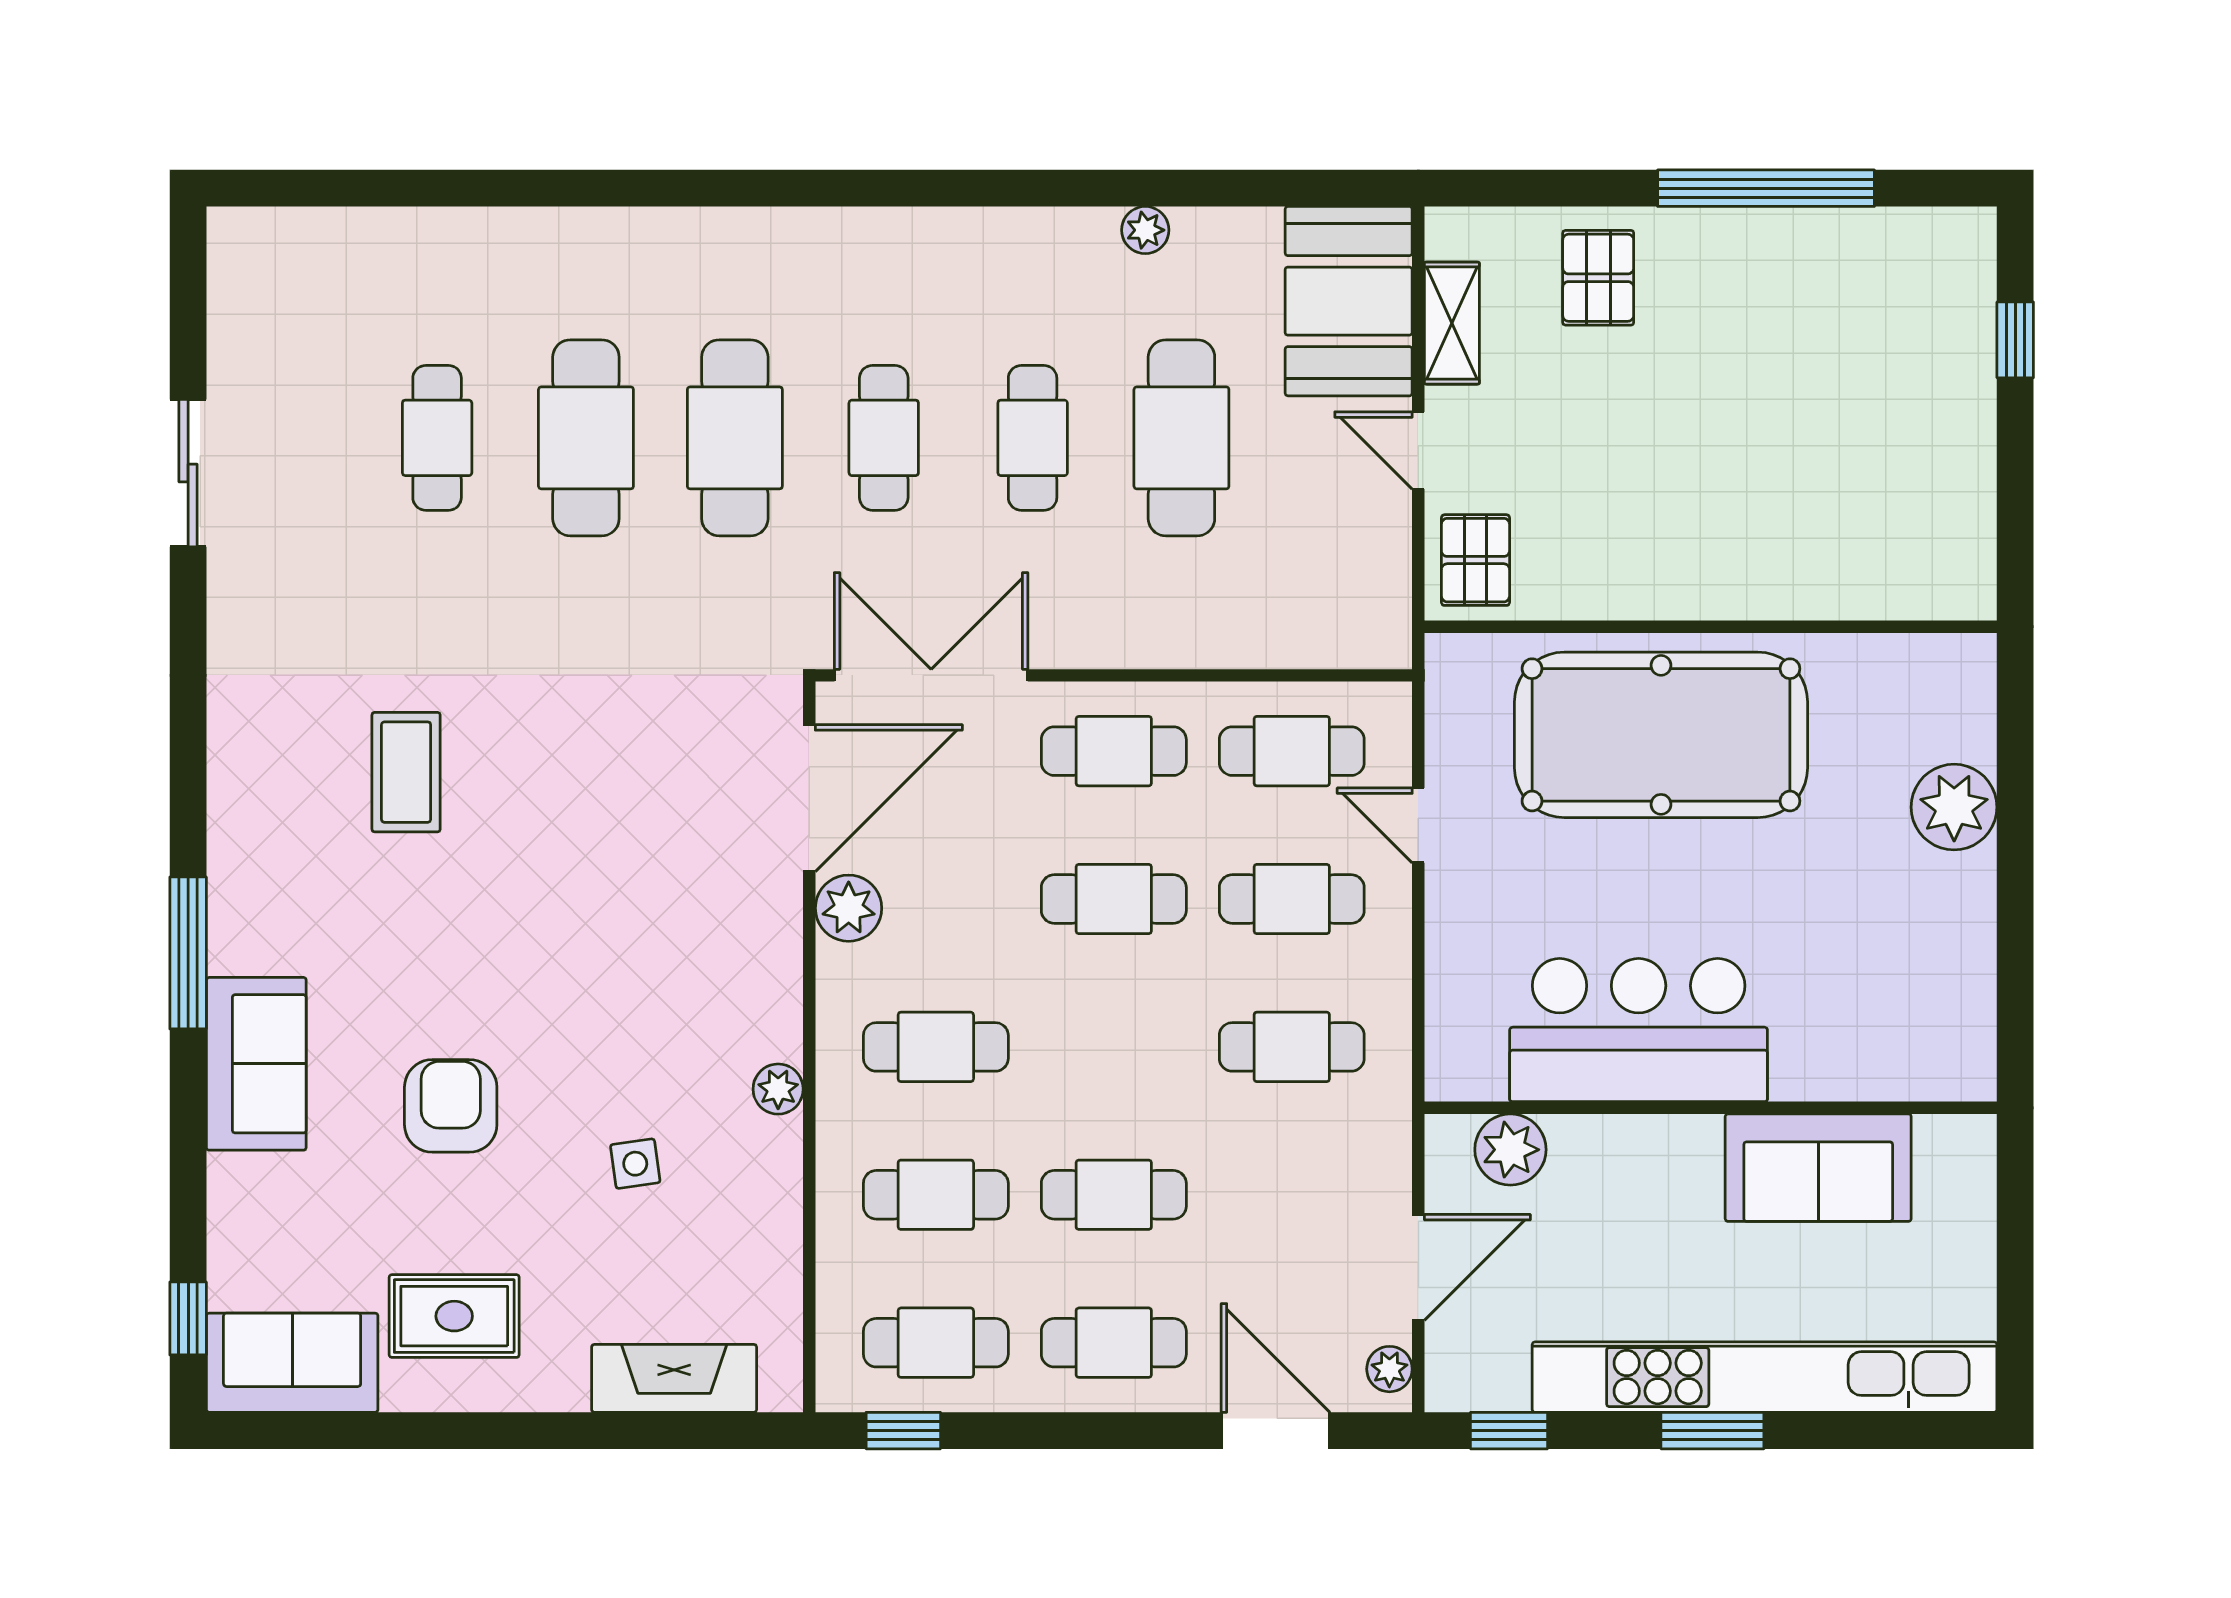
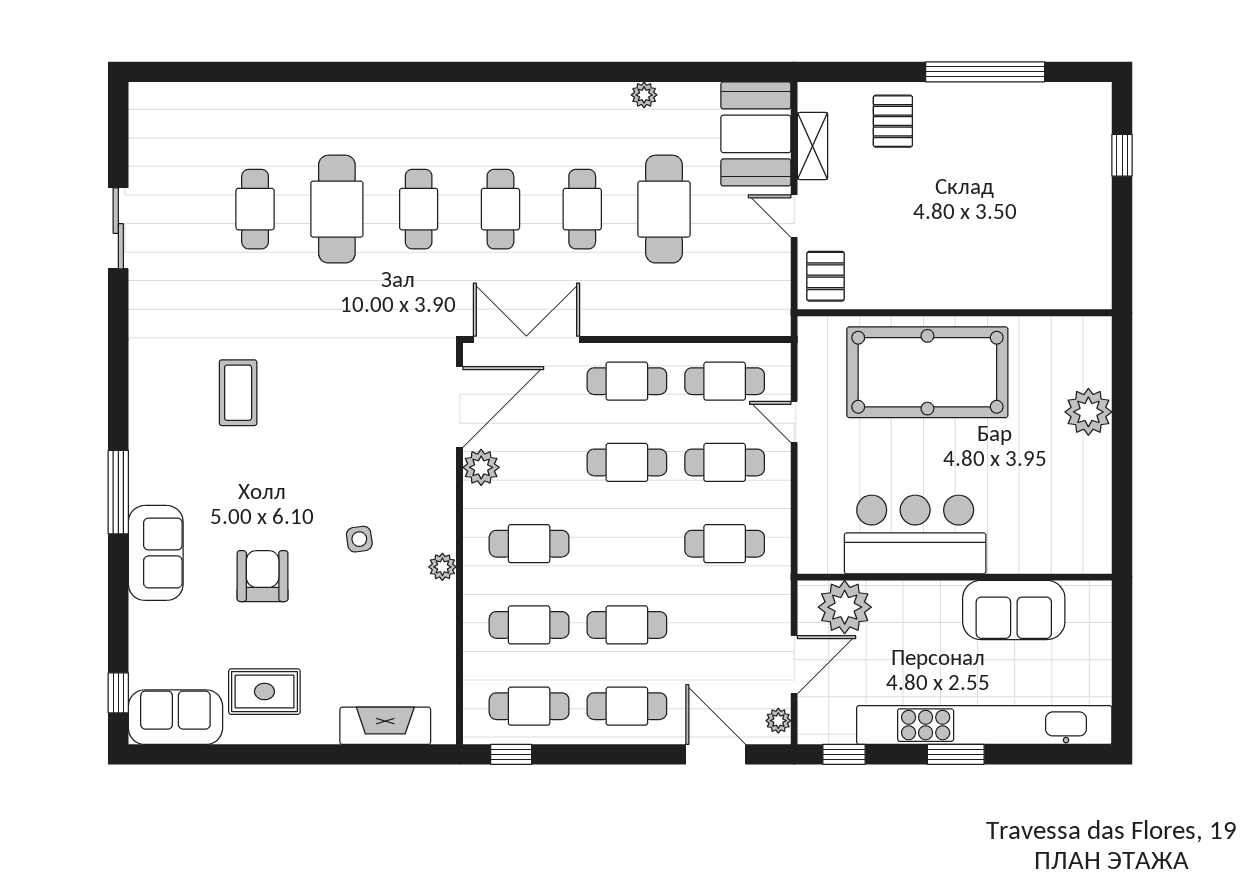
cafe table: (735, 438) -> (419, 209), width x0.73, depth x0.74
plant: (1510, 1150) -> (845, 607), width x1.36, depth x1.36
side table: (635, 1164) -> (359, 539), moved

